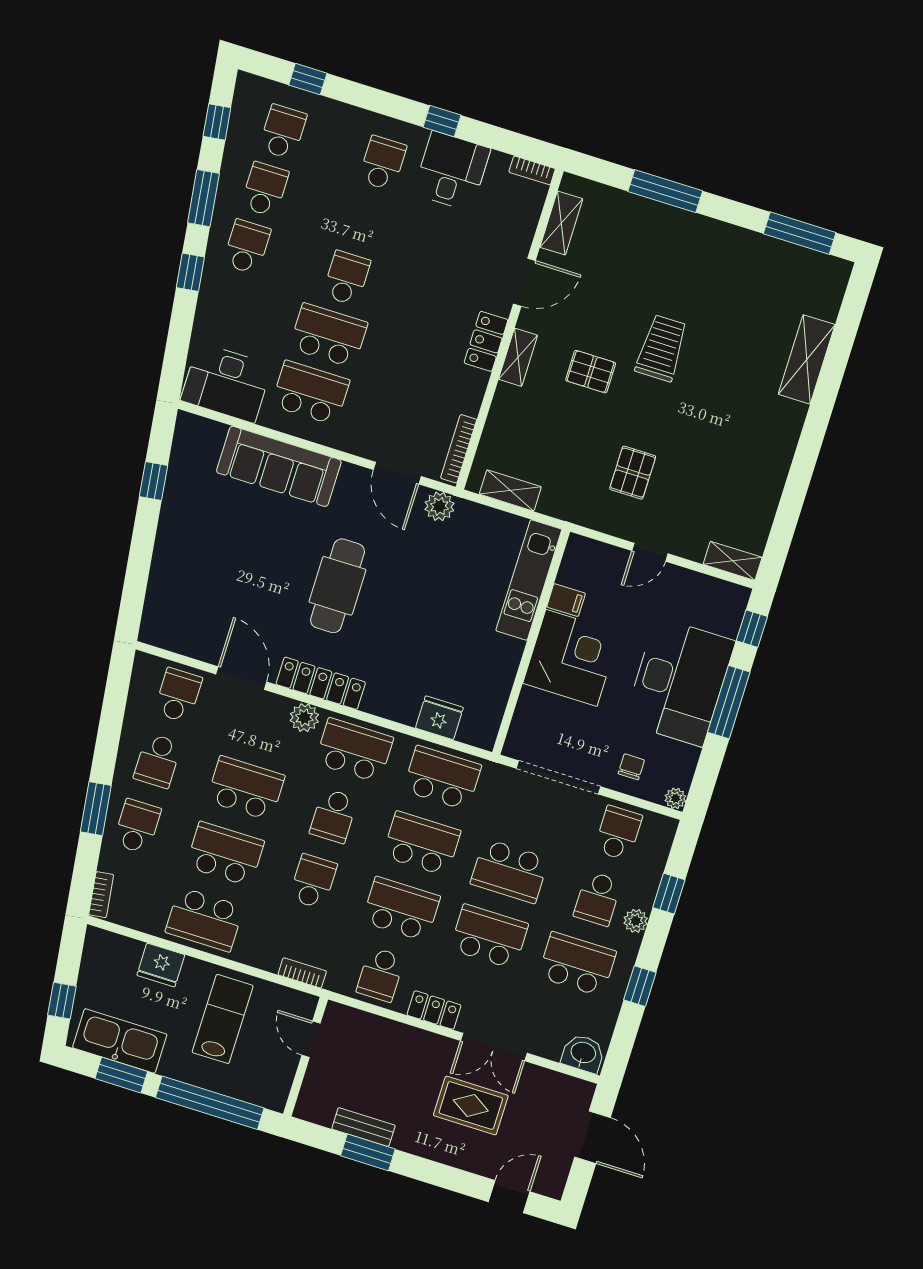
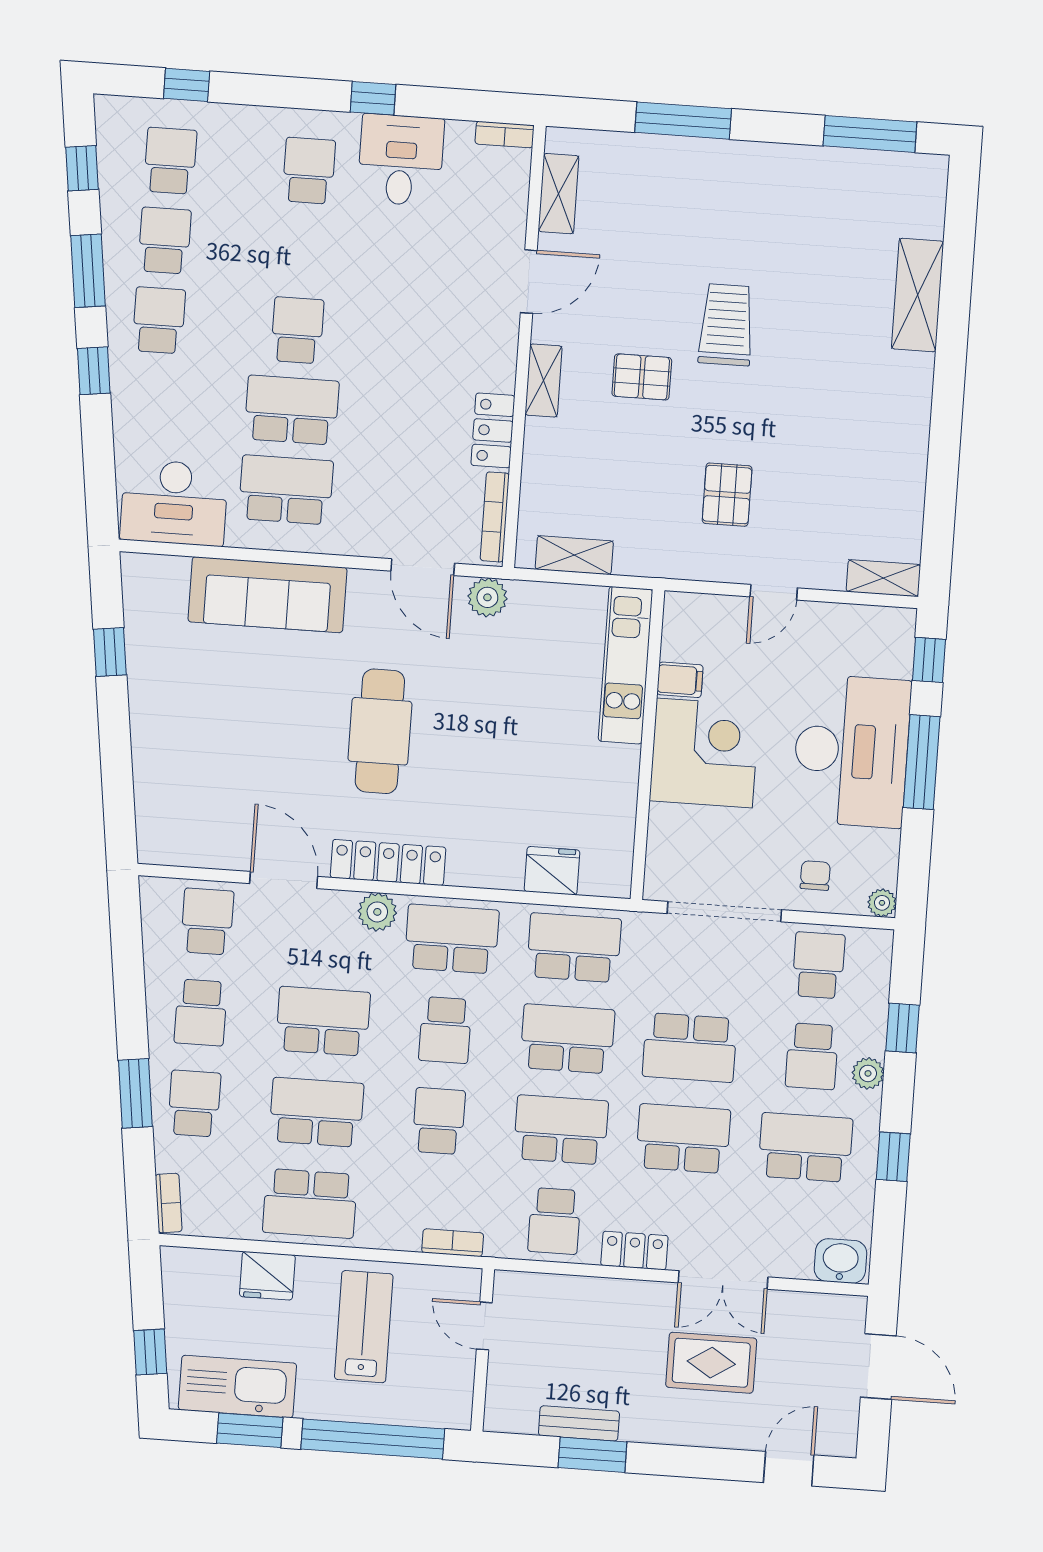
locker: (486, 341) -> (493, 430), moved

